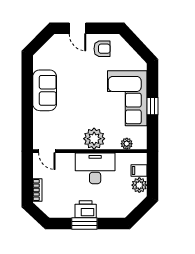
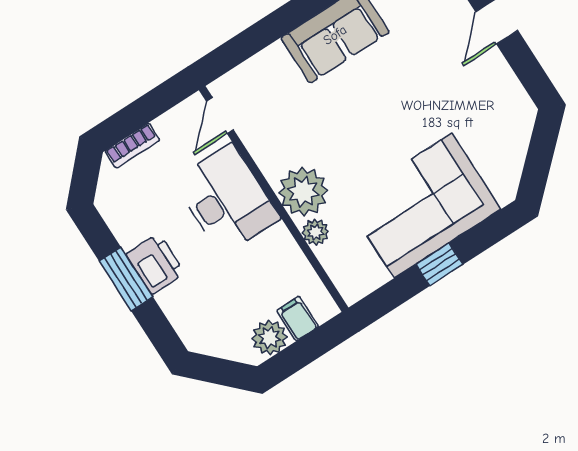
armchair: (102, 49) -> (488, 94), removed
plant: (127, 144) -> (315, 232), moved
desk: (95, 168) -> (227, 199), moved

